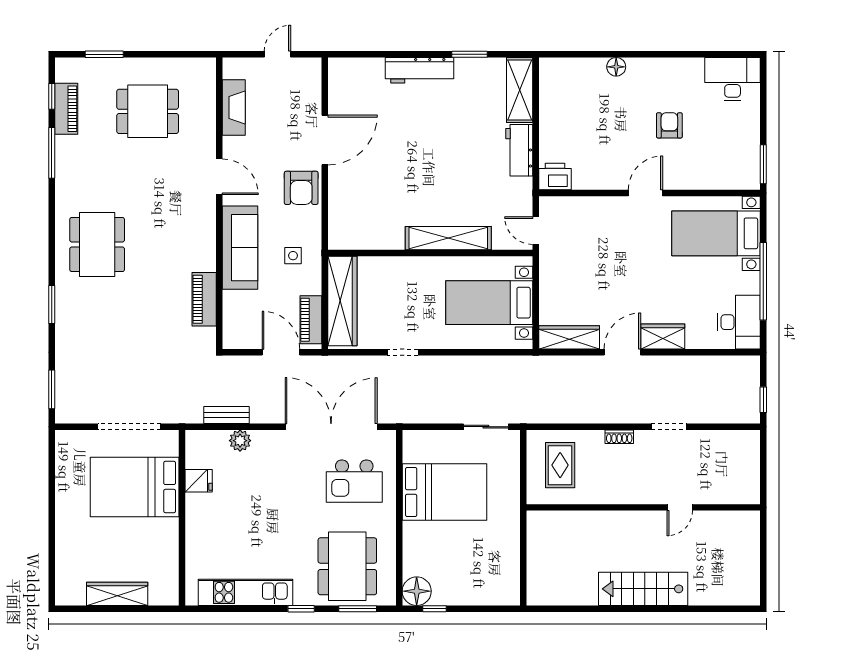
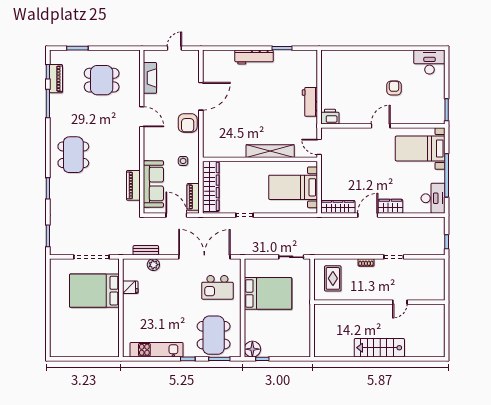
floor lamp: (616, 67) -> (364, 55), removed
shelving: (520, 90) -> (310, 68), removed
sofa: (240, 248) -> (153, 184), moved
wardrobe: (117, 594) -> (85, 351), removed

